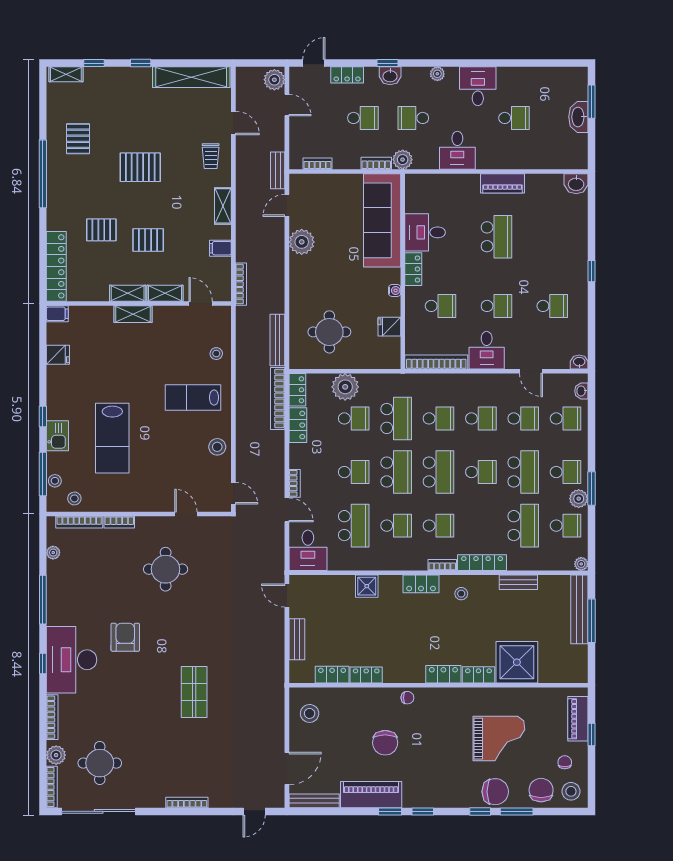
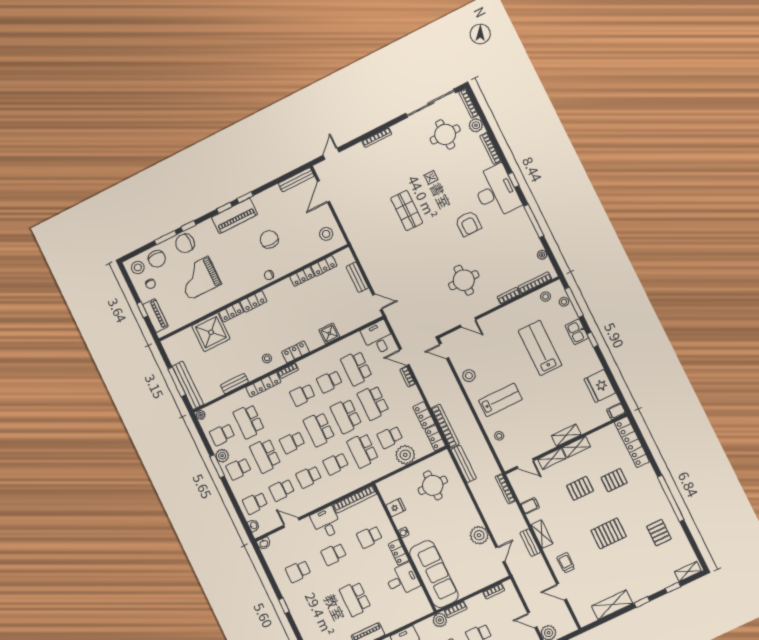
shelving: (191, 77) -> (612, 605), width x0.68
bench: (278, 170) -> (530, 543), moved
fridge: (58, 355) -> (600, 386), width x1.88, depth x1.34
school desk: (354, 472) -> (373, 403), width x1.85
piano: (371, 795) -> (235, 216), moved

